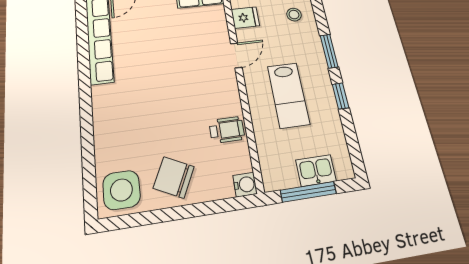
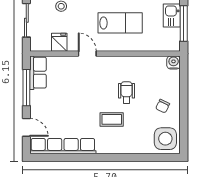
coffee table: (145, 102) -> (112, 119), added
wheelchair: (227, 130) -> (127, 92), moved
chair: (174, 177) -> (163, 106), width x0.54, depth x0.54

